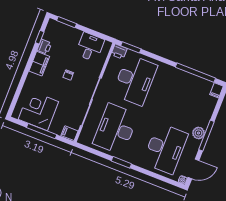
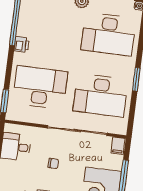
printer: (119, 52) -> (22, 44), moved
desk: (165, 148) -> (108, 34), turned 180

